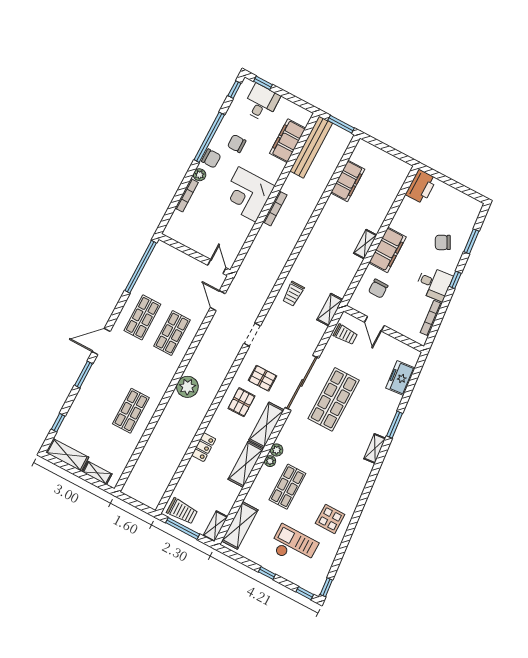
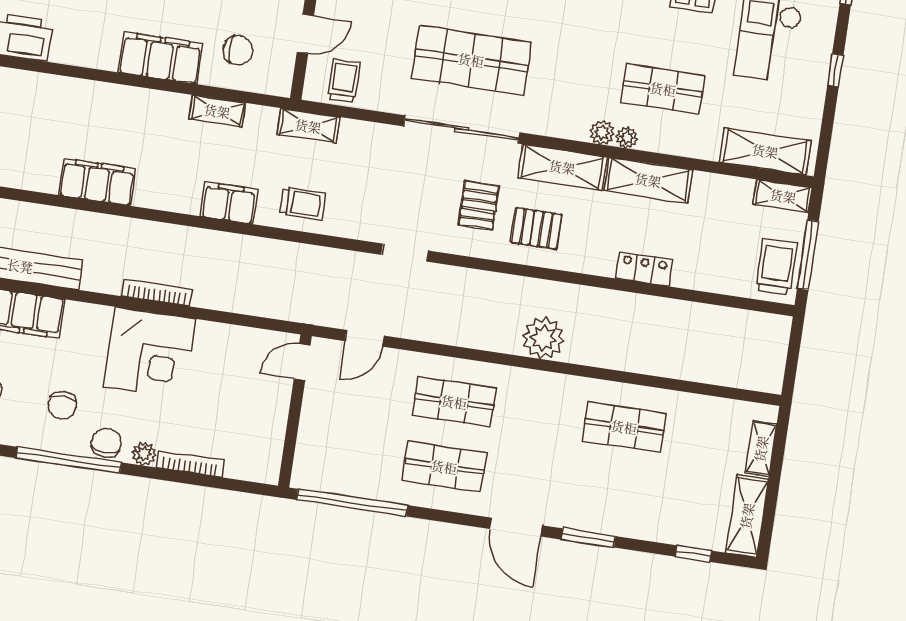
filing cabinet: (348, 181) -> (97, 182), moved
shelving: (365, 244) -> (217, 111), moved
filing cabinet: (306, 258) -> (229, 203), added

